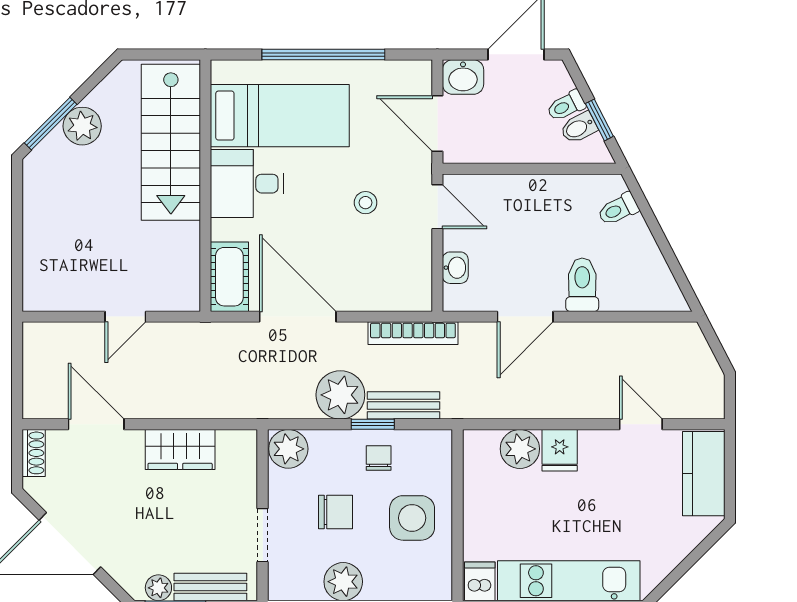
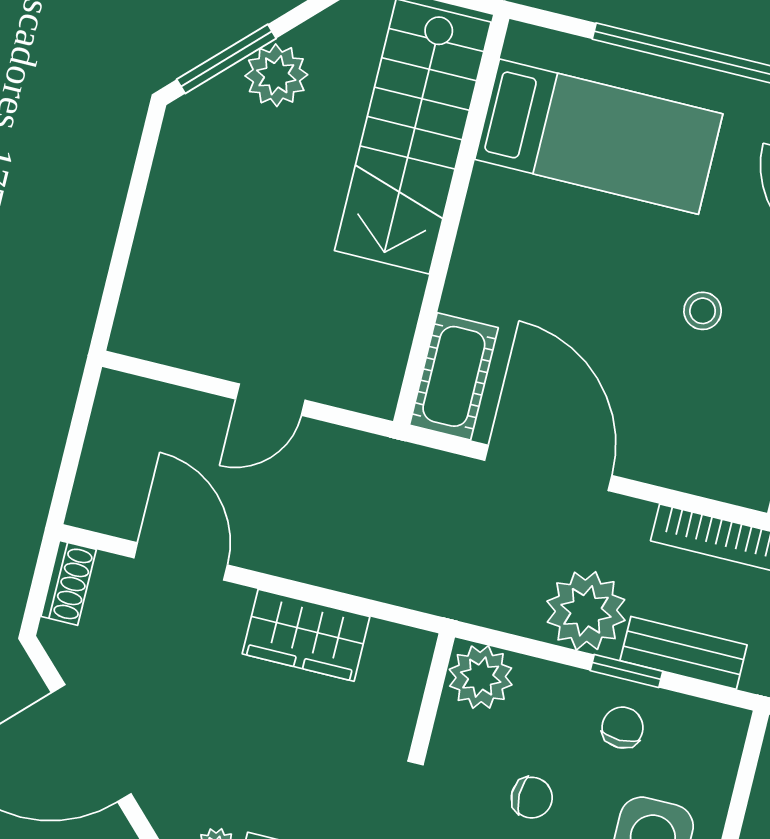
desk: (247, 184) -> (519, 233), removed
chair: (335, 512) -> (532, 798), width x0.73, depth x0.73

